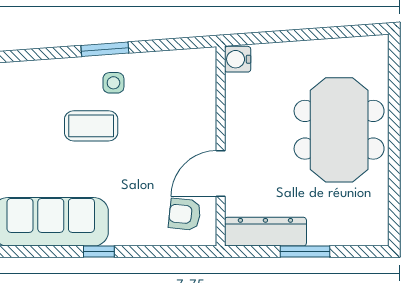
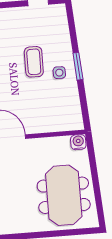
meeting table: (339, 130) -> (64, 195), moved, turned 90

